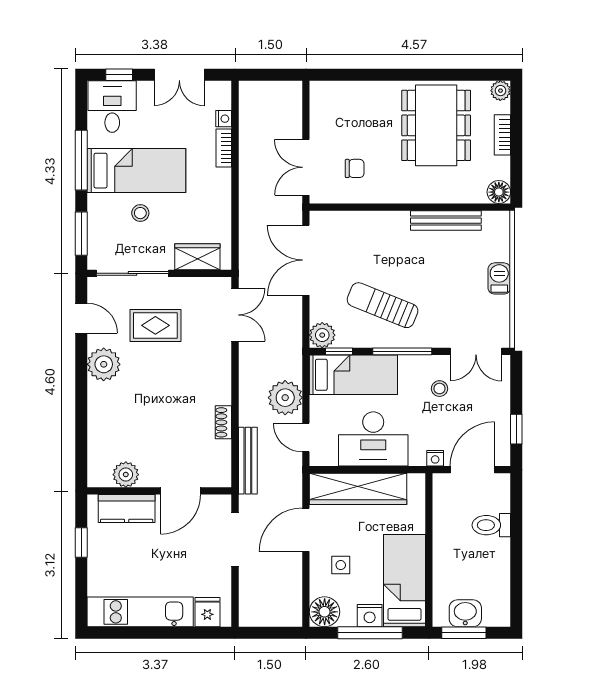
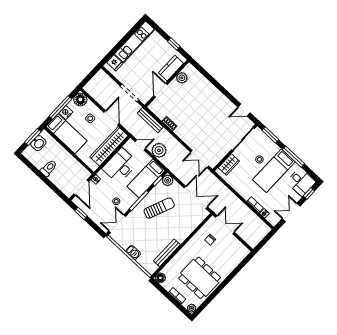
rug: (155, 325) -> (220, 131), removed
plant: (104, 364) -> (223, 103), removed
toilet: (491, 525) -> (49, 168), moved

